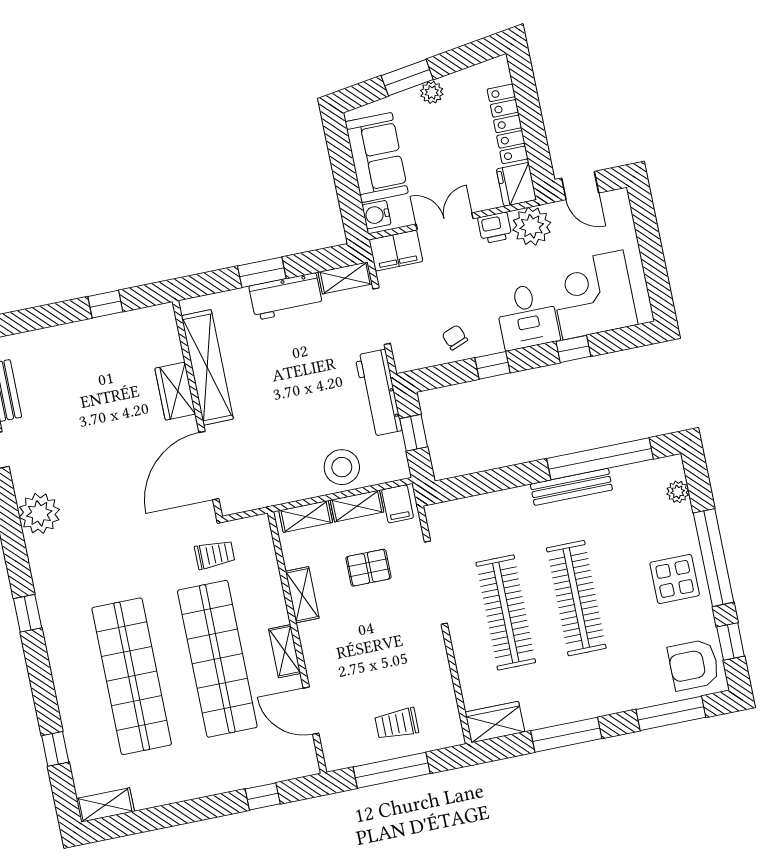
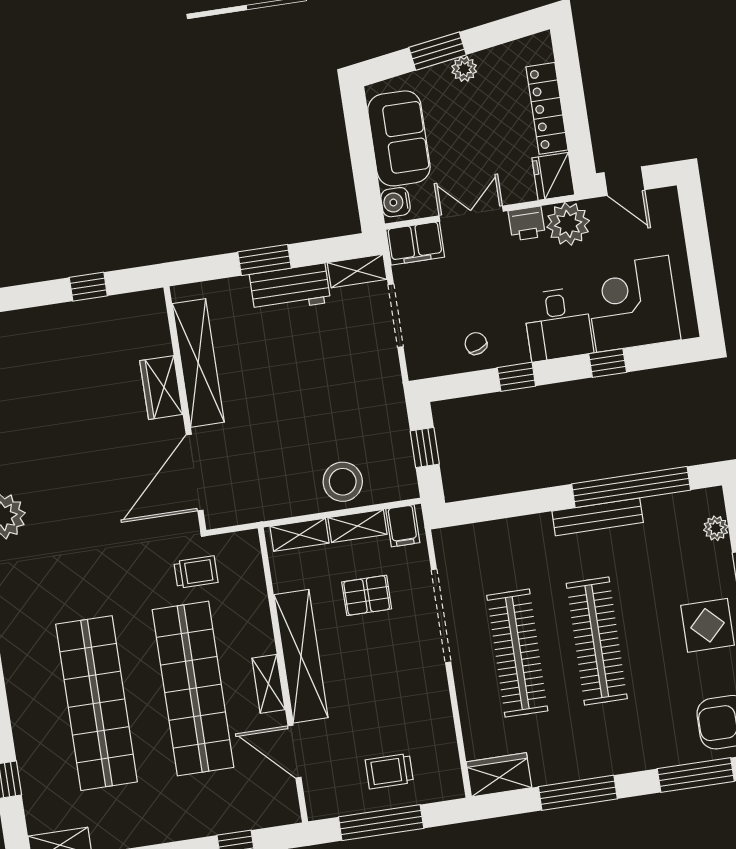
workbench: (379, 393) -> (388, 401), removed
shelving: (302, 595) -> (301, 656), width x2.20, depth x1.33

